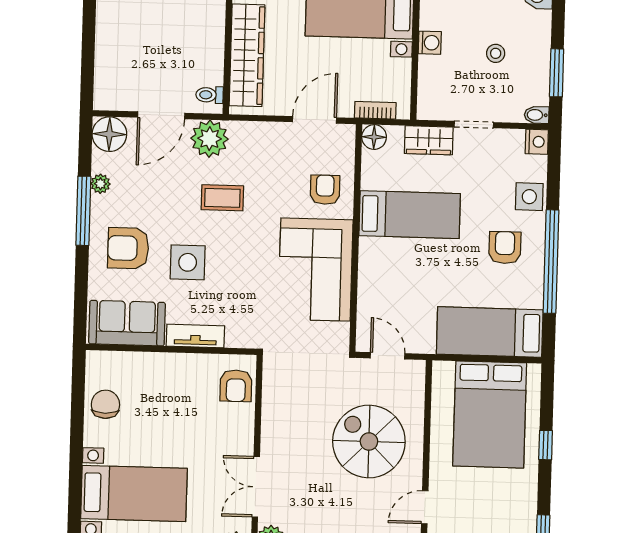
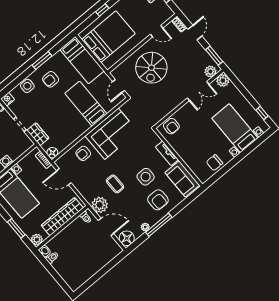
bed: (410, 215) -> (86, 104), moved
window: (551, 262) -> (42, 61), width x0.47
armchair: (236, 386) -> (171, 126), turned 90

